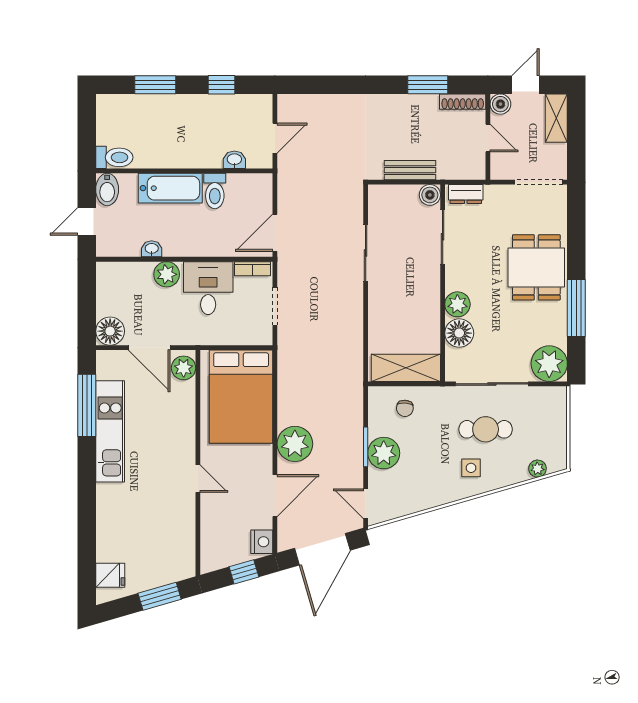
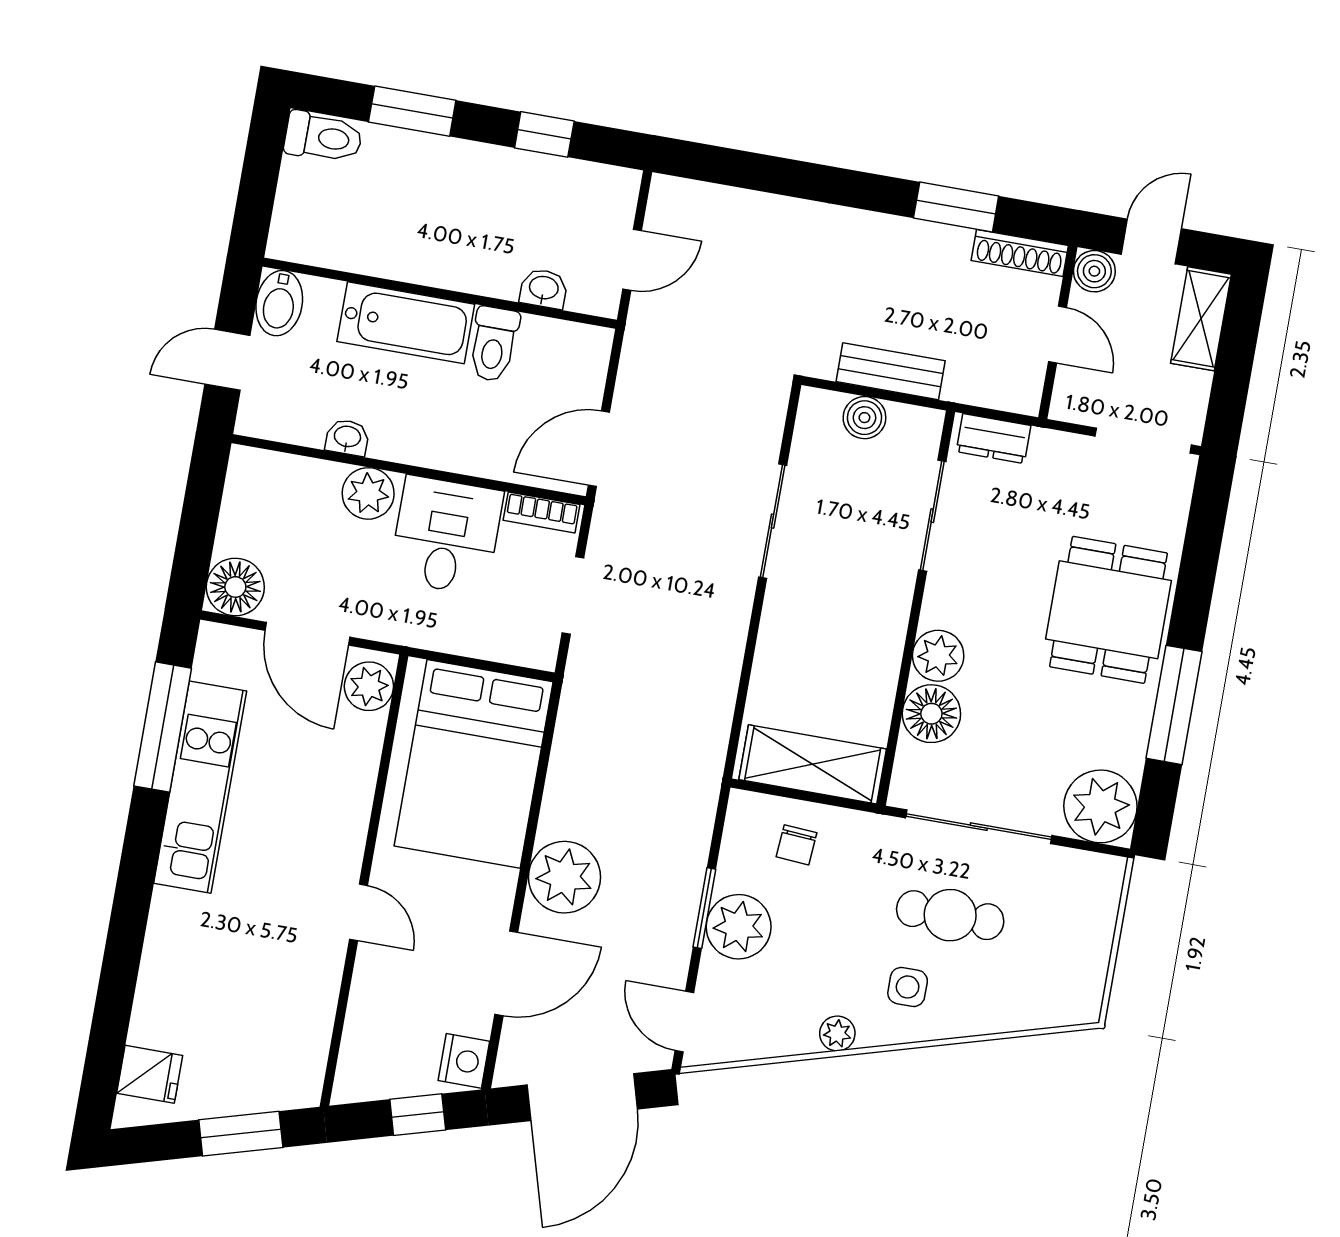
toilet: (114, 157) -> (323, 137), moved
boiler: (430, 195) -> (864, 418), moved
plant: (537, 469) -> (837, 1034), moved

